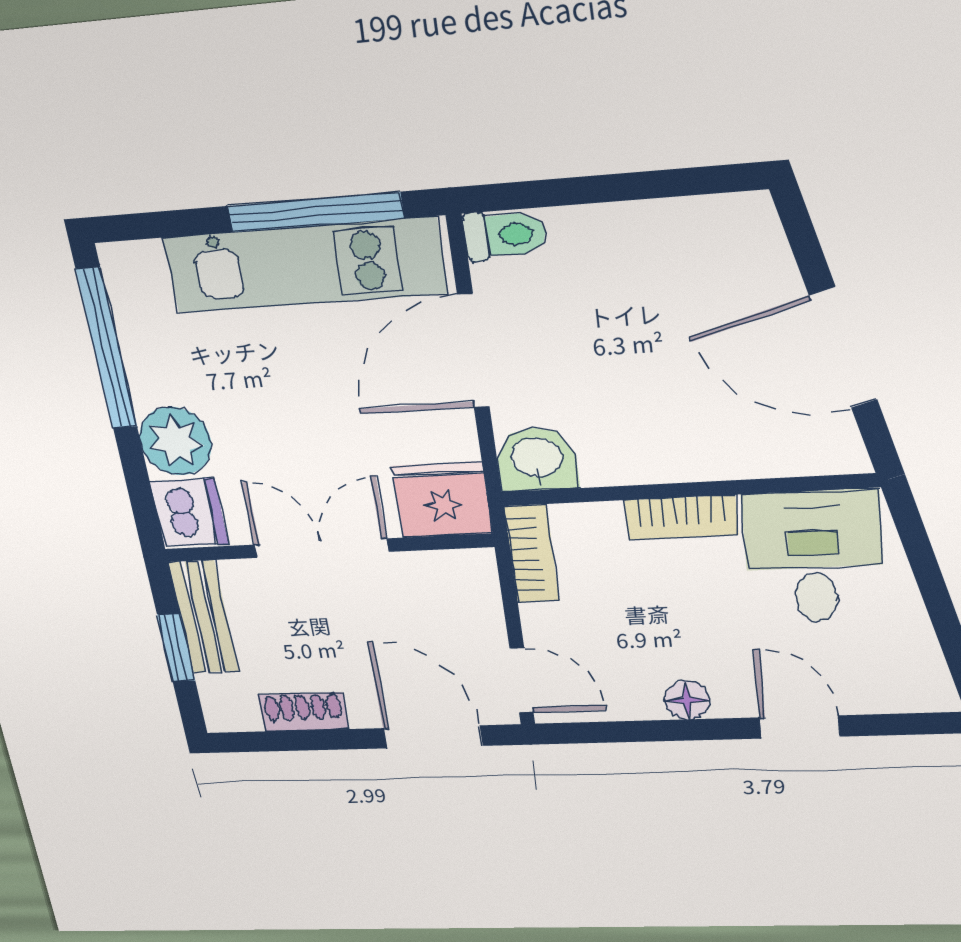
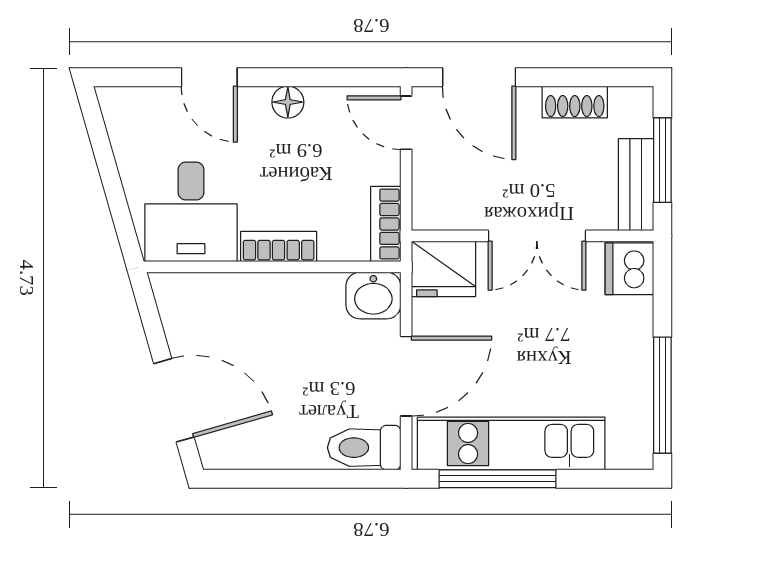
toilet: (505, 235) -> (364, 448), width x1.37, depth x1.39
door: (843, 348) -> (174, 400), moved
plant: (175, 441) -> (628, 324), removed
window: (176, 648) -> (662, 160), width x1.50

